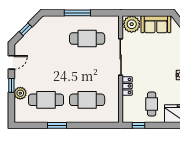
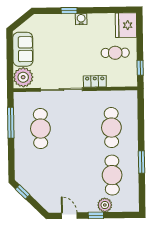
window: (77, 13) -> (11, 123), moved
window: (26, 29) -> (22, 192), moved

